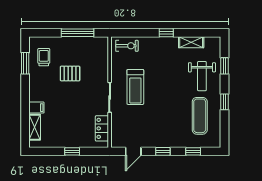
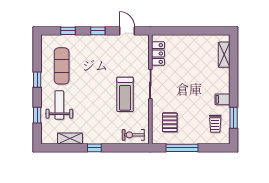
pallet: (70, 74) -> (170, 122), moved, turned 90
treadmill: (135, 87) -> (125, 94), turned 180
filing cabinet: (36, 108) -> (223, 99), moved
window: (72, 151) -> (187, 31), removed
door: (133, 151) -> (127, 31), hinge flipped

